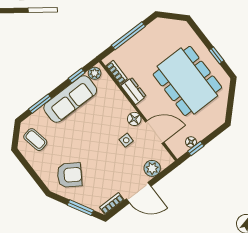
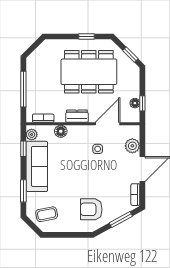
dresser: (134, 91) -> (77, 116), moved
window: (230, 106) -> (130, 55), added
floor lamp: (134, 119) -> (61, 131), moved
armchair: (69, 175) -> (91, 209), turned -123

